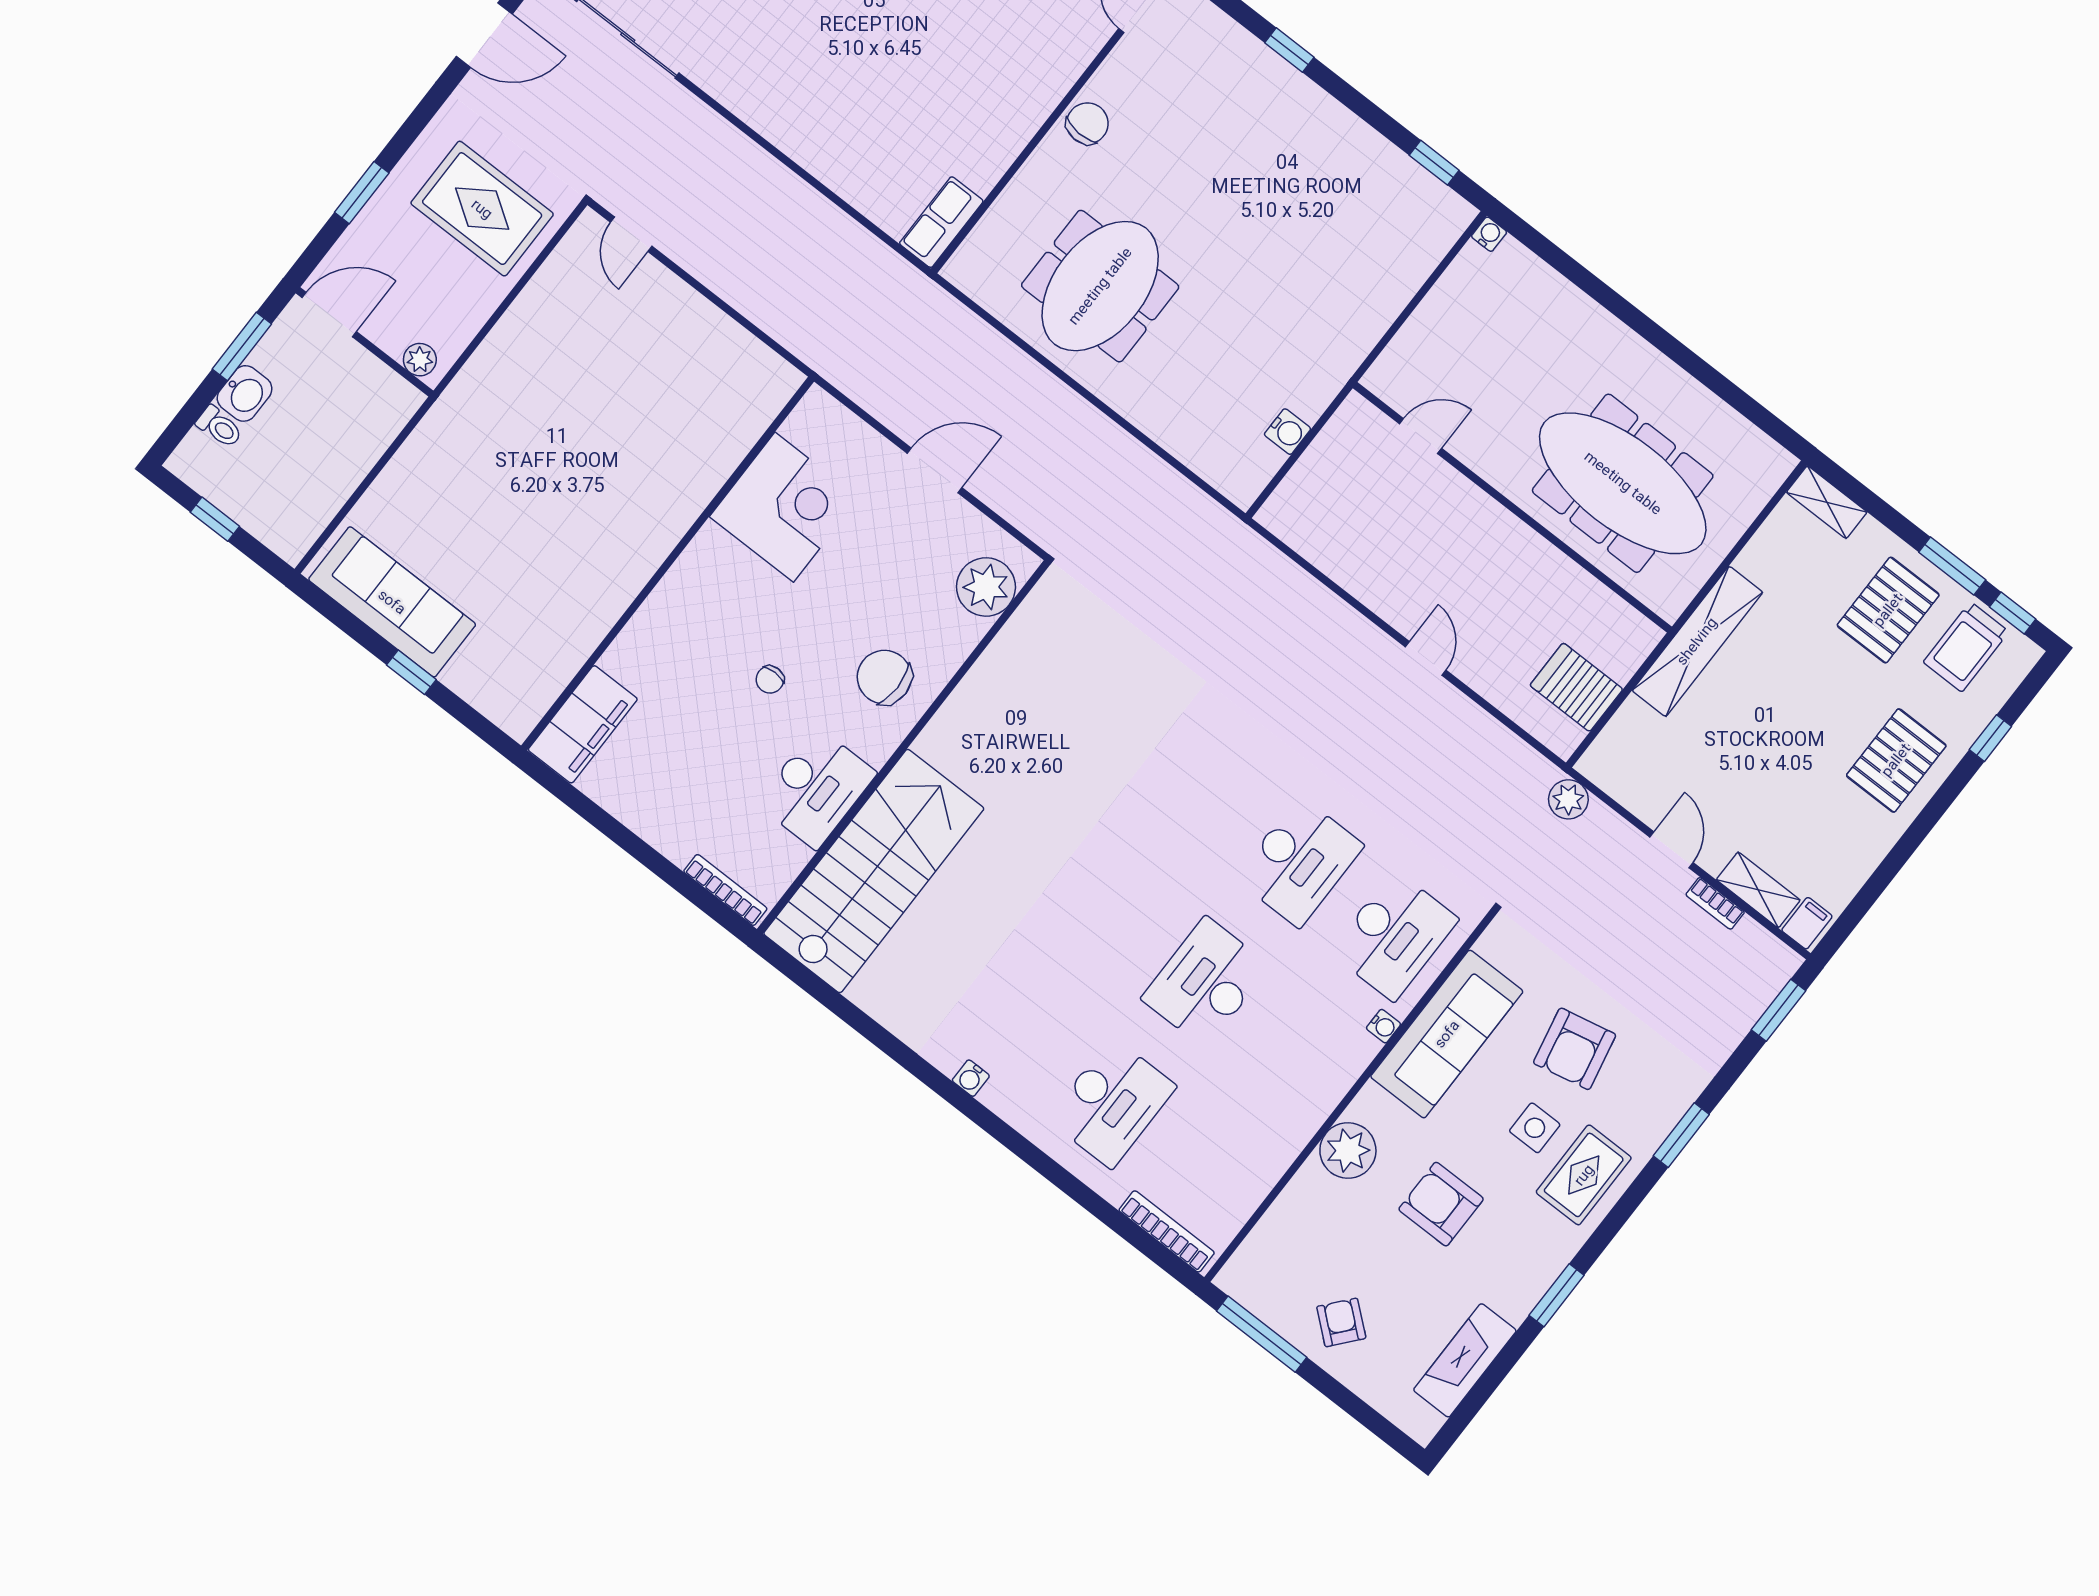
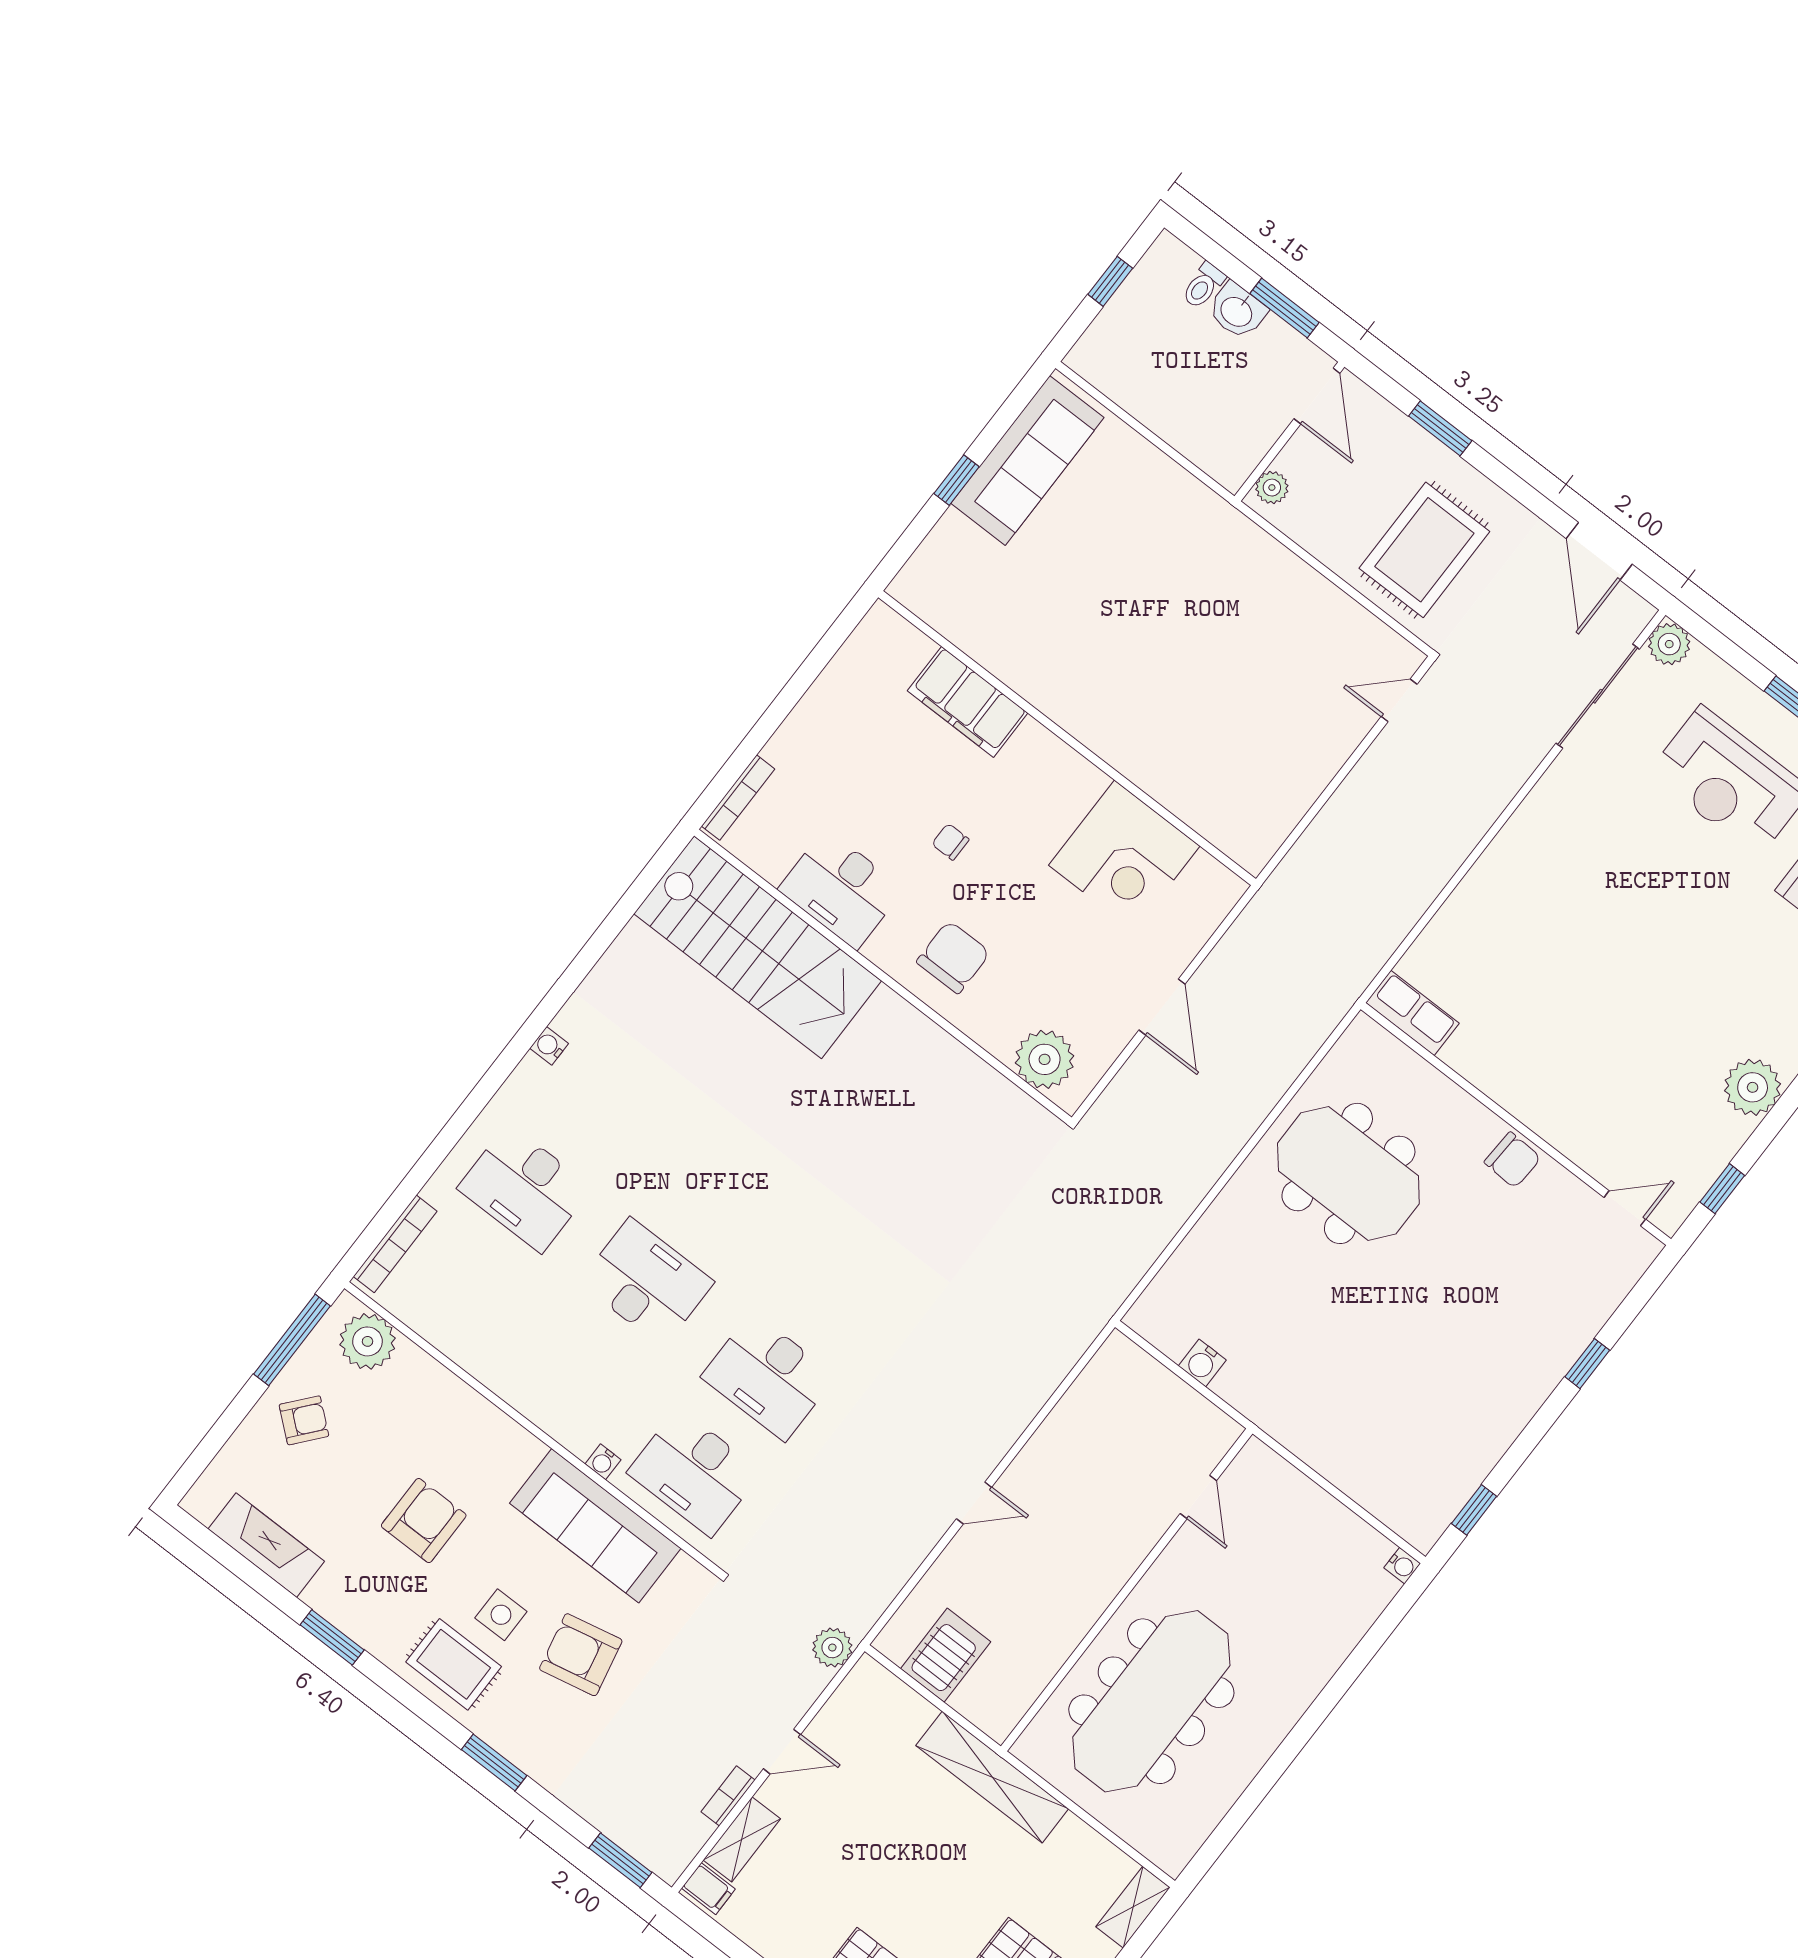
filing cabinet: (583, 724) -> (968, 702), moved
plant: (1348, 1151) -> (367, 1341), moved

